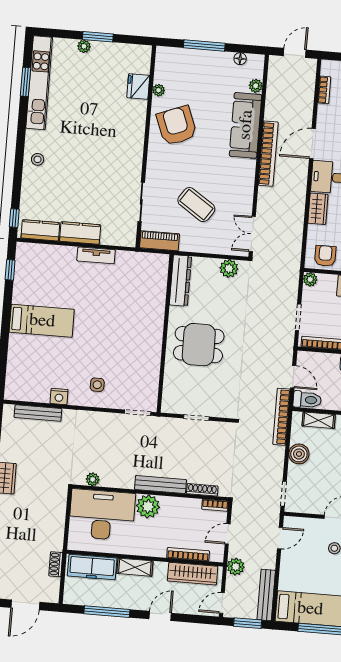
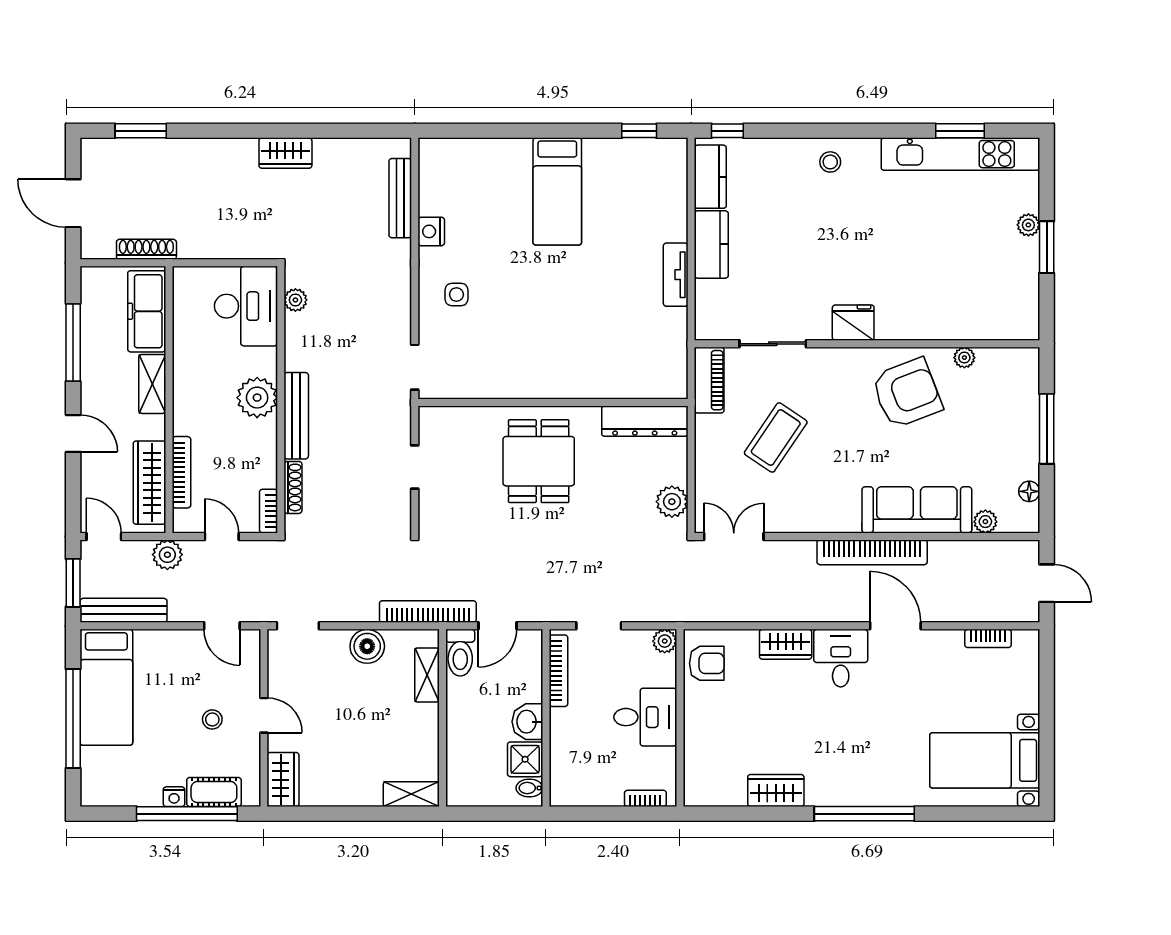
fridge: (138, 86) -> (853, 323), moved
desk: (102, 515) -> (246, 306), width x0.73, depth x0.77
shoe rack: (56, 564) -> (146, 249), width x1.43

